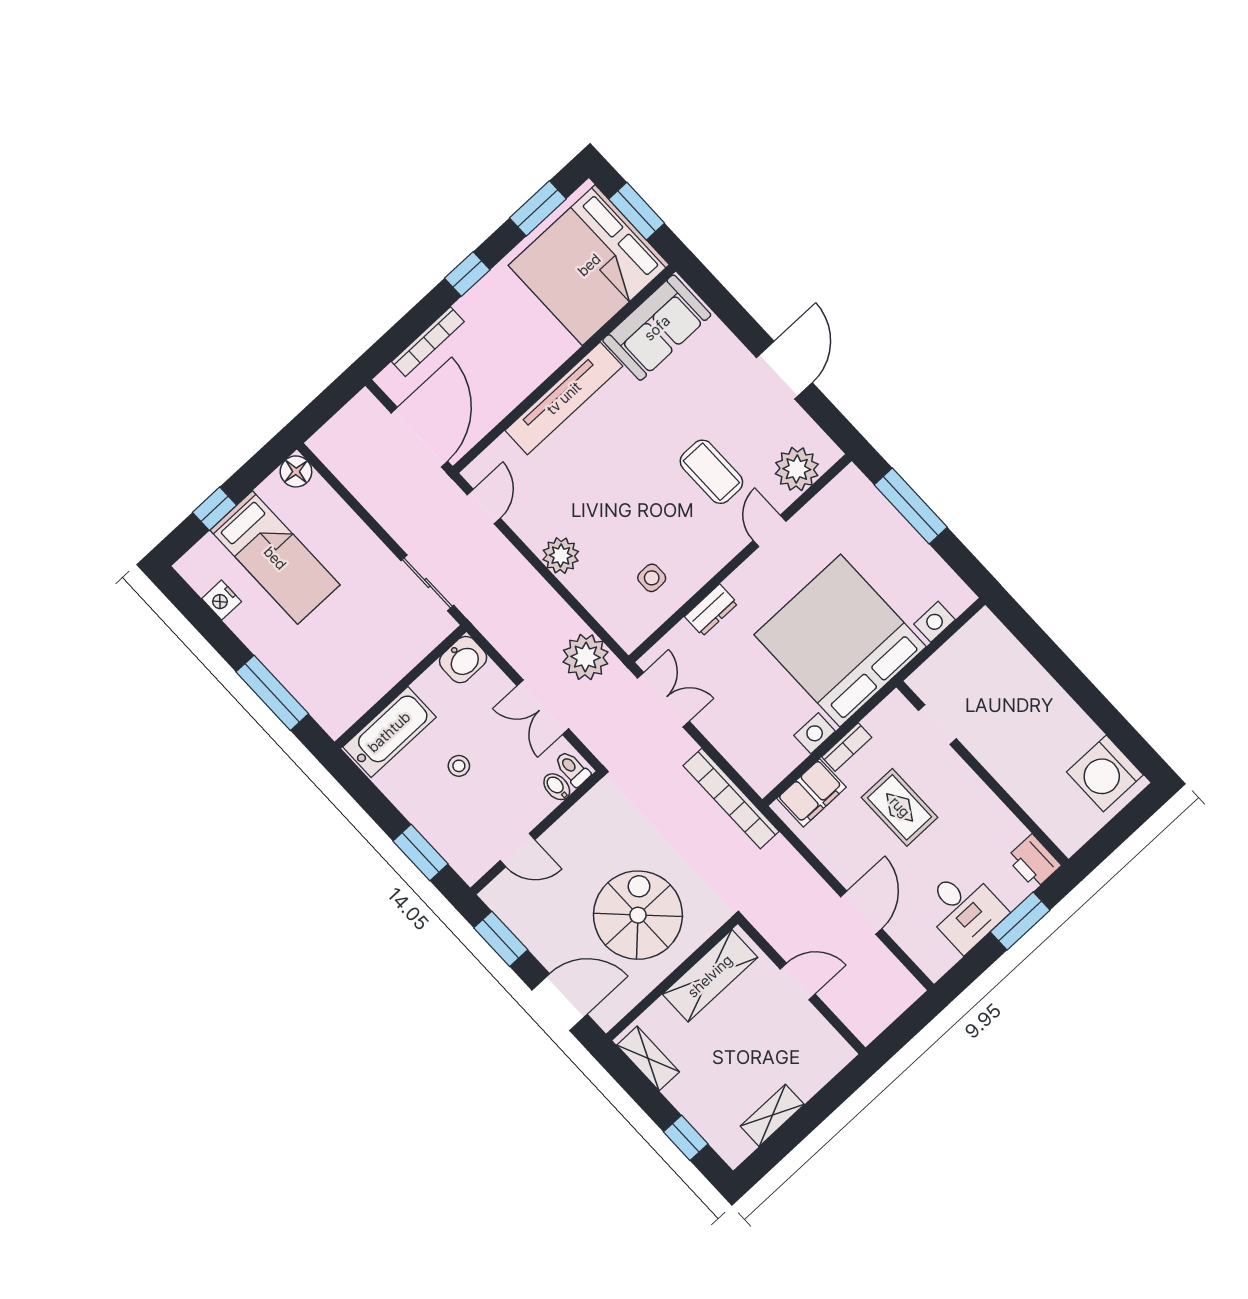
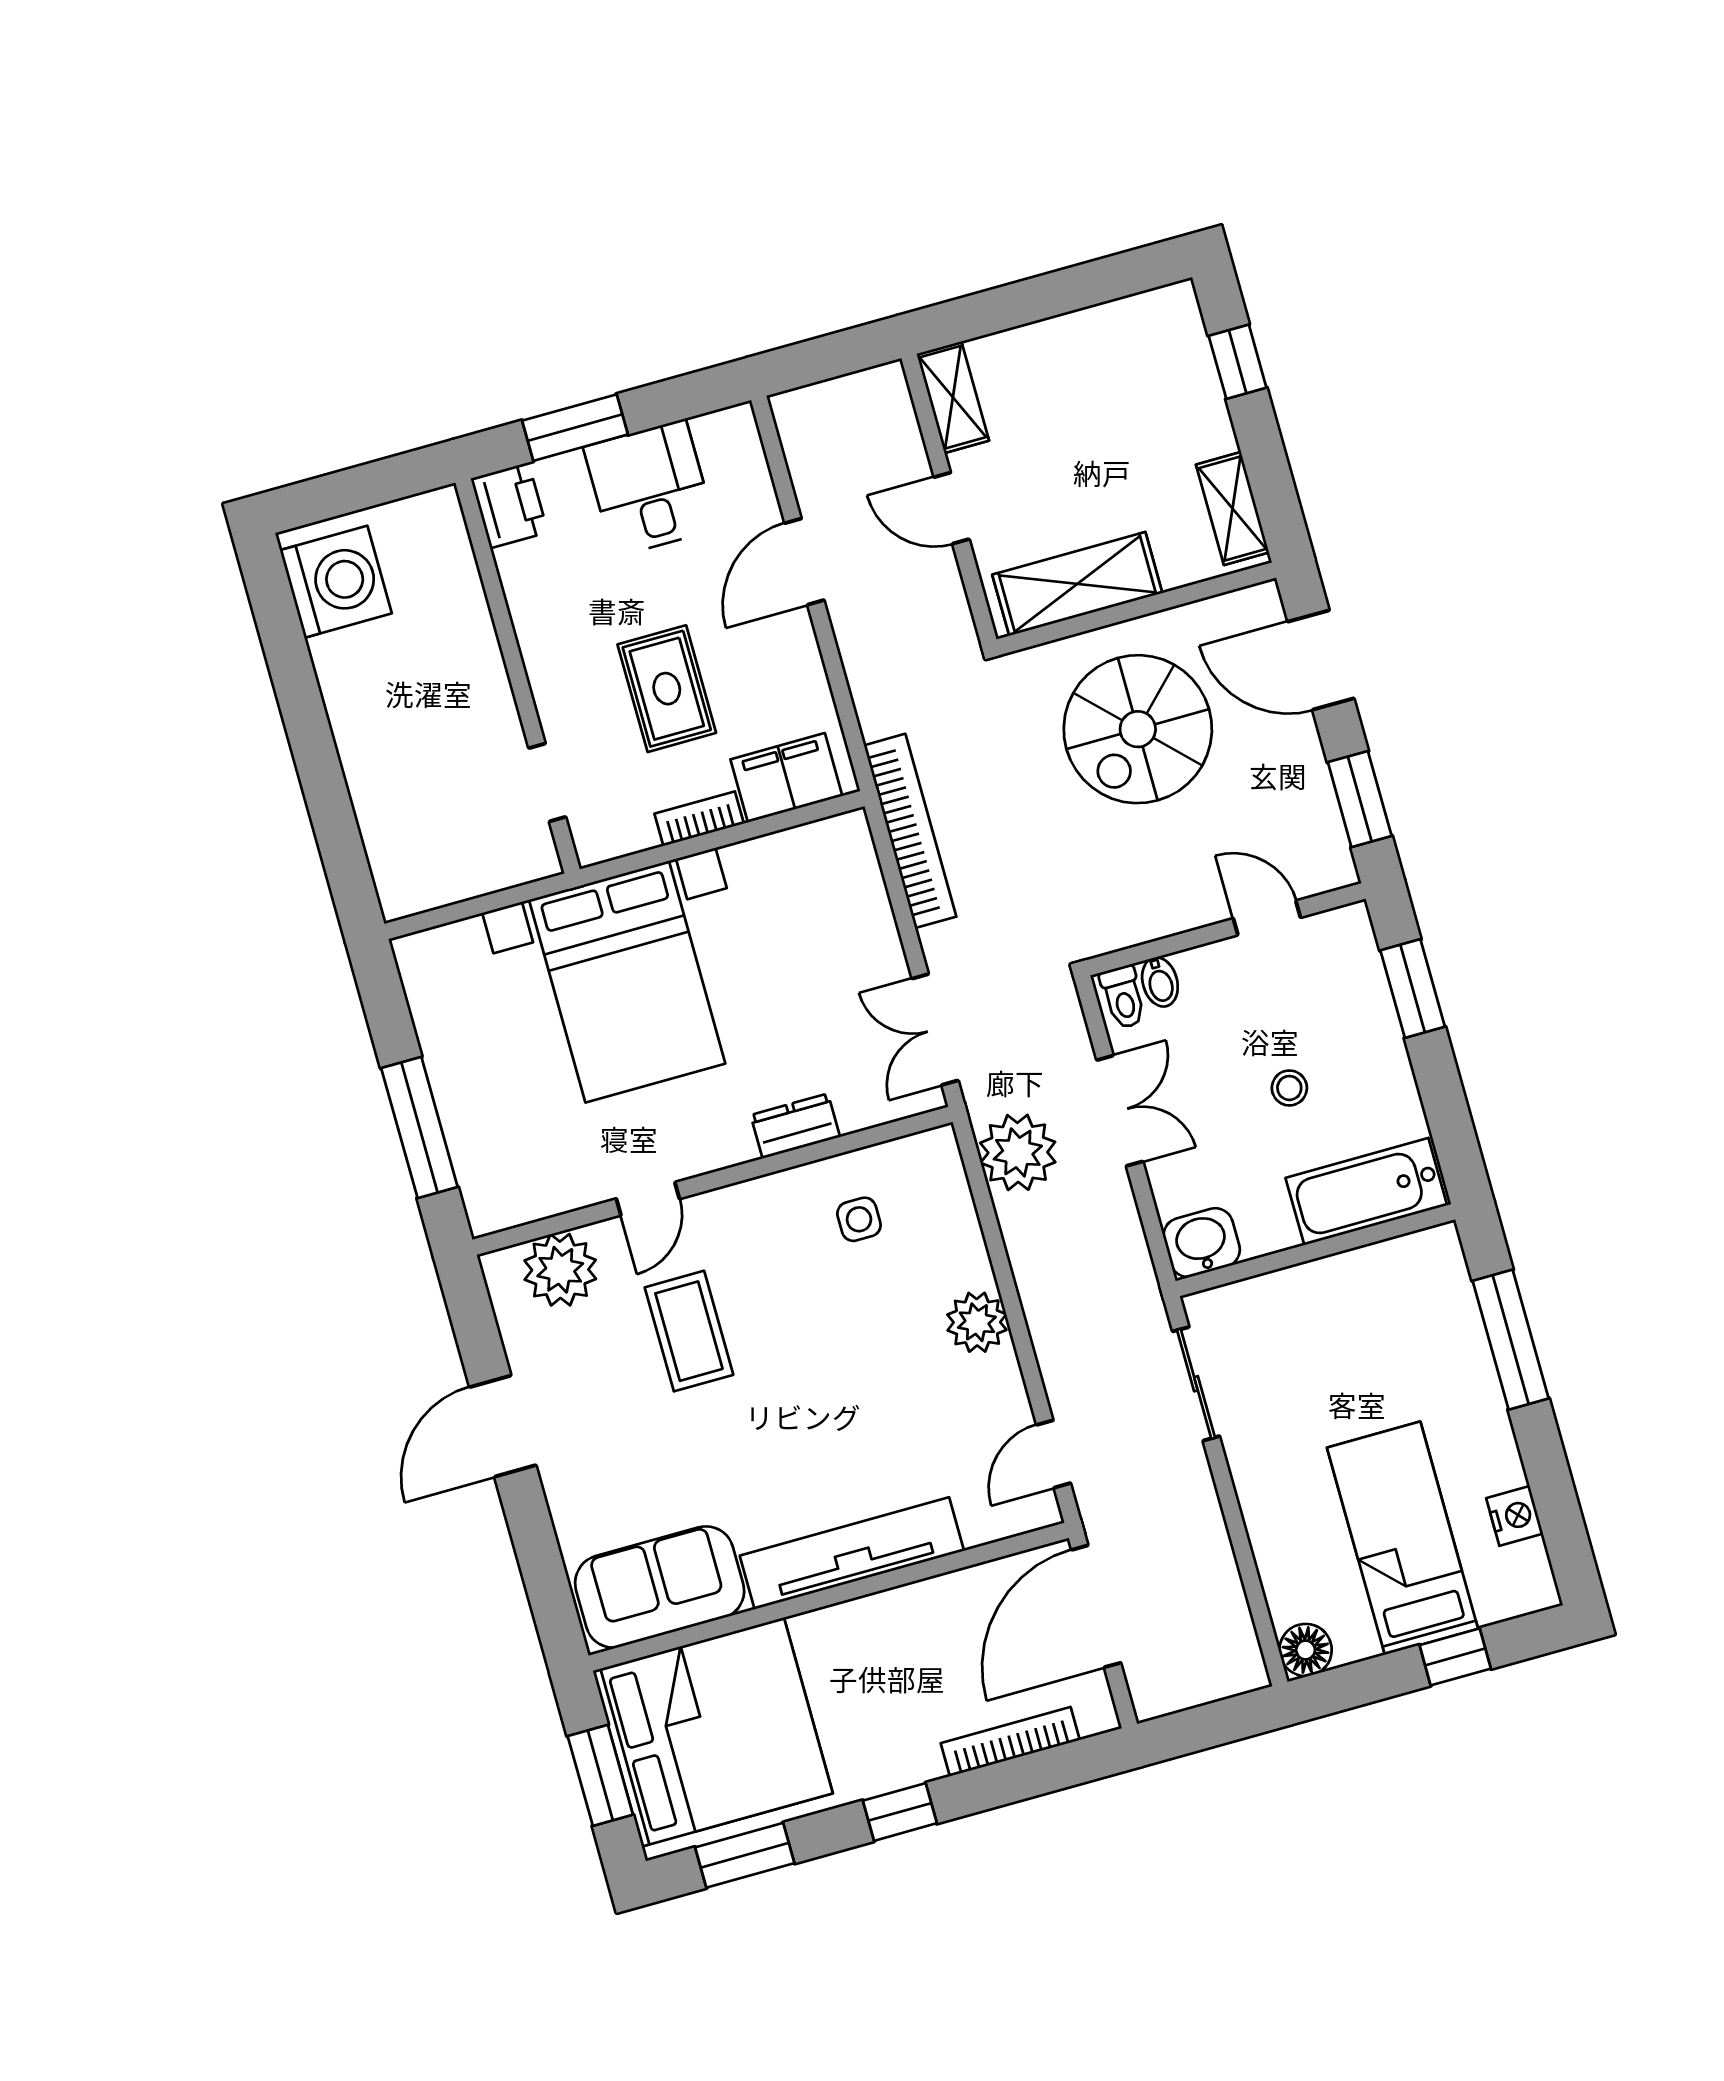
bed with nightstands: (840, 641) -> (627, 982), width x0.73
shelving: (772, 1115) -> (953, 397), moved, turned 90

